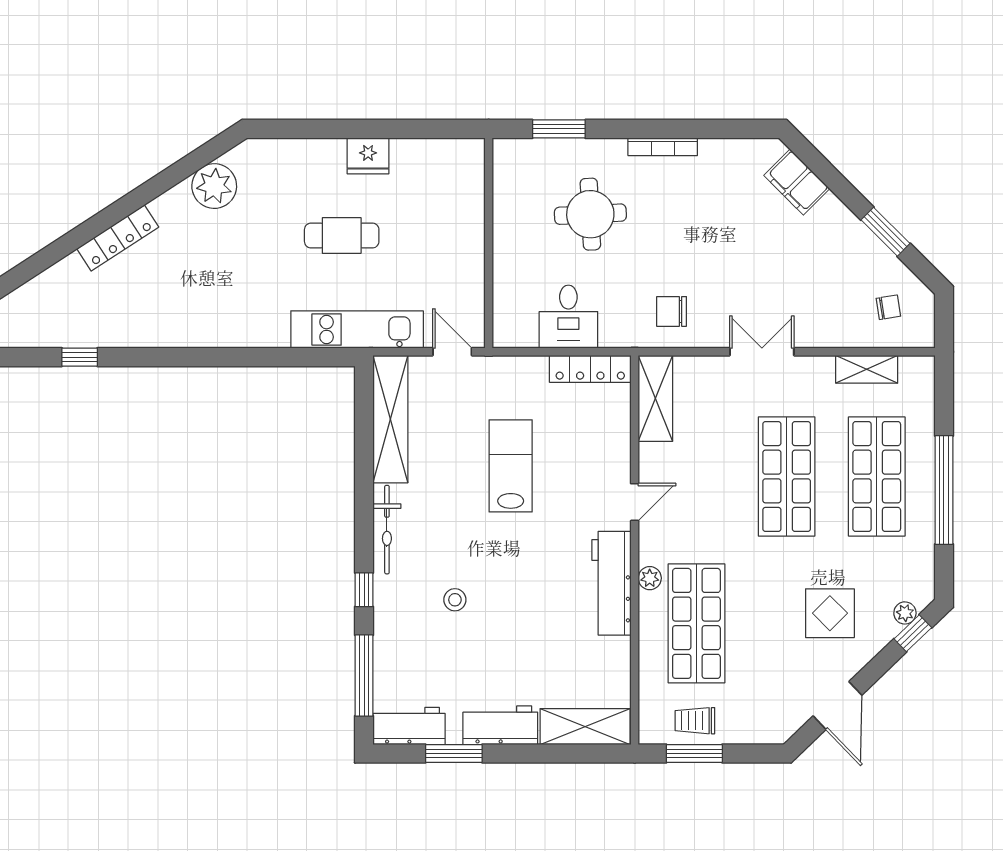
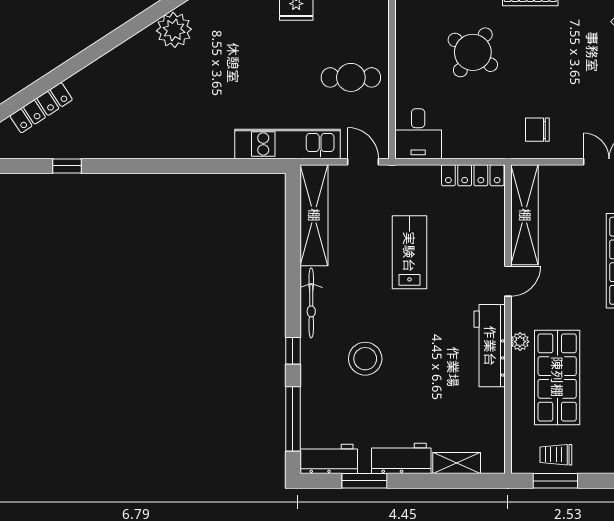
round table: (590, 214) -> (473, 52), turned 38
cafe table: (342, 236) -> (351, 77), moved
locker: (118, 238) -> (41, 108), moved
desk: (568, 317) -> (418, 134), moved
shelving: (655, 398) -> (525, 215), width x1.47
stool: (455, 600) -> (365, 359), width x1.89, depth x1.89
shelving: (585, 727) -> (457, 463), width x0.67, depth x0.75

